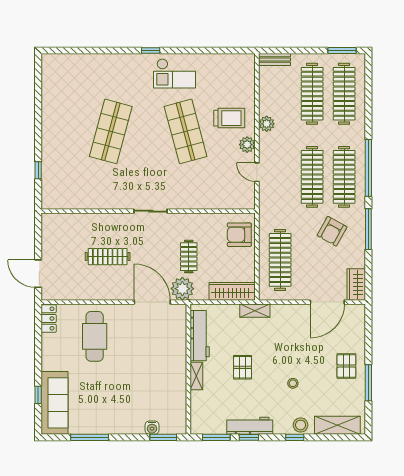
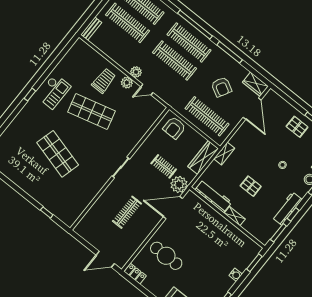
plant: (267, 124) -> (136, 72), moved
armchair: (332, 231) -> (221, 87), moved
water cooler: (152, 428) -> (236, 275), moved

